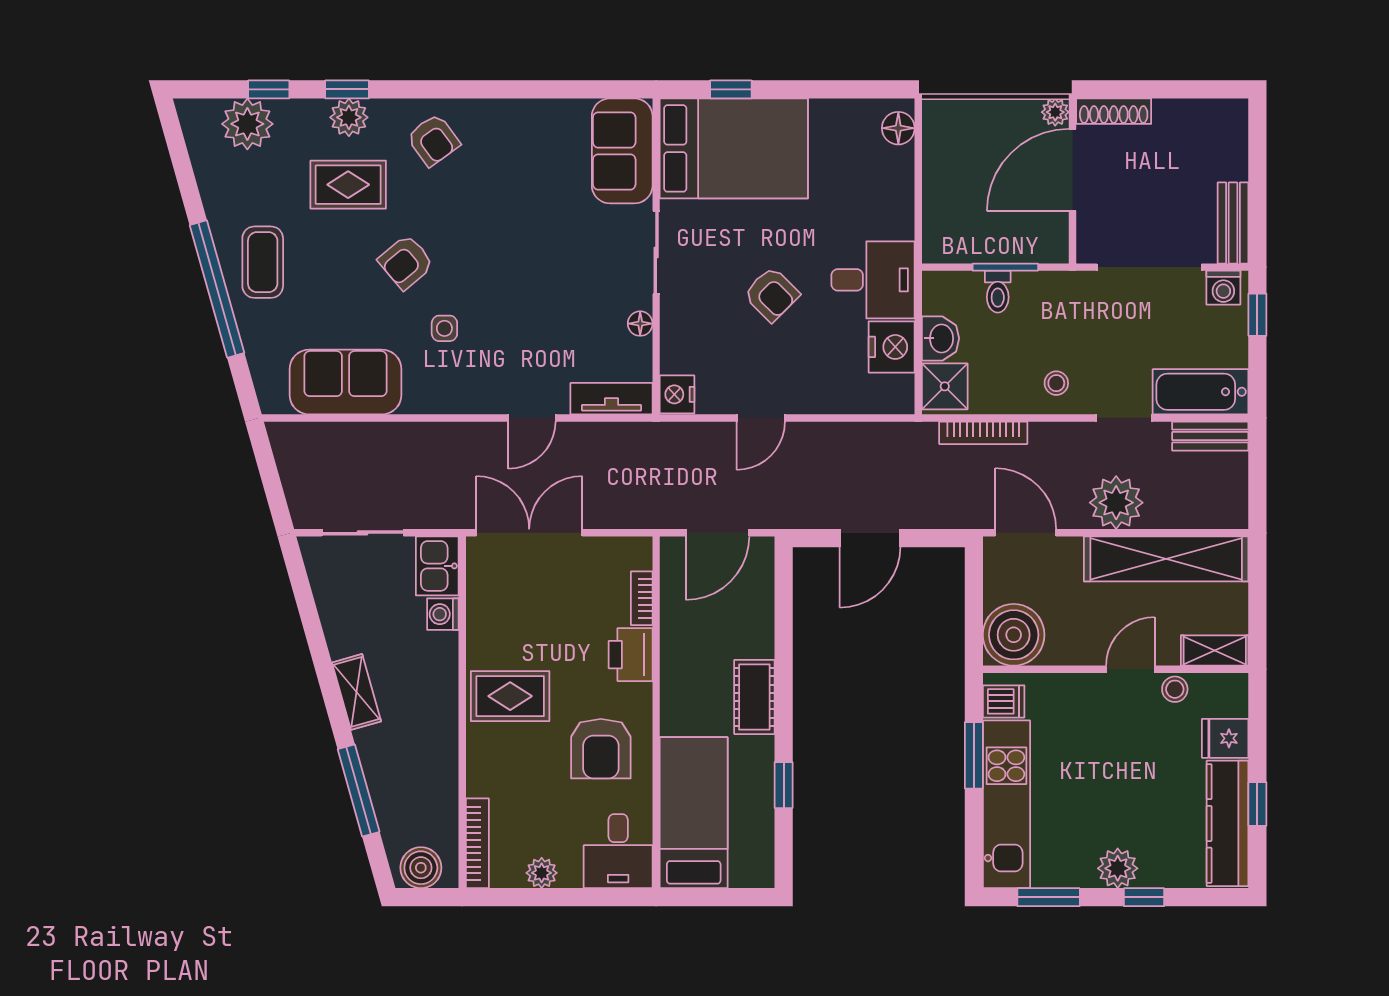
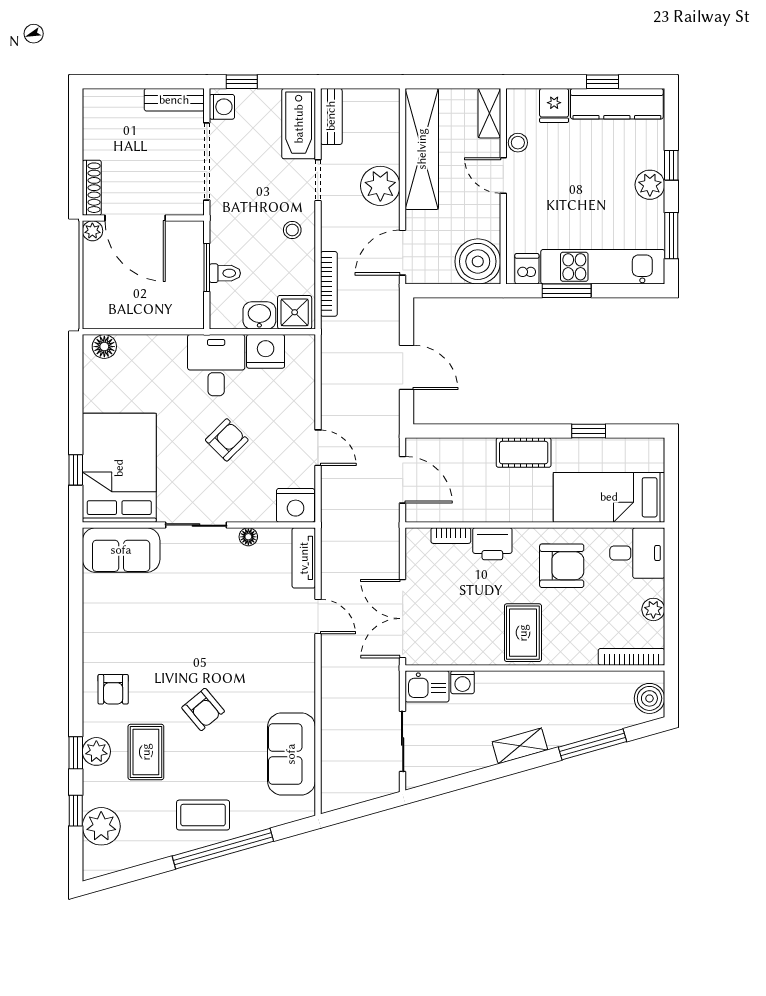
armchair: (433, 140) -> (113, 689), turned 126
side table: (444, 328) -> (252, 681), removed
nightstand: (677, 394) -> (296, 505), width x1.36, depth x1.33

